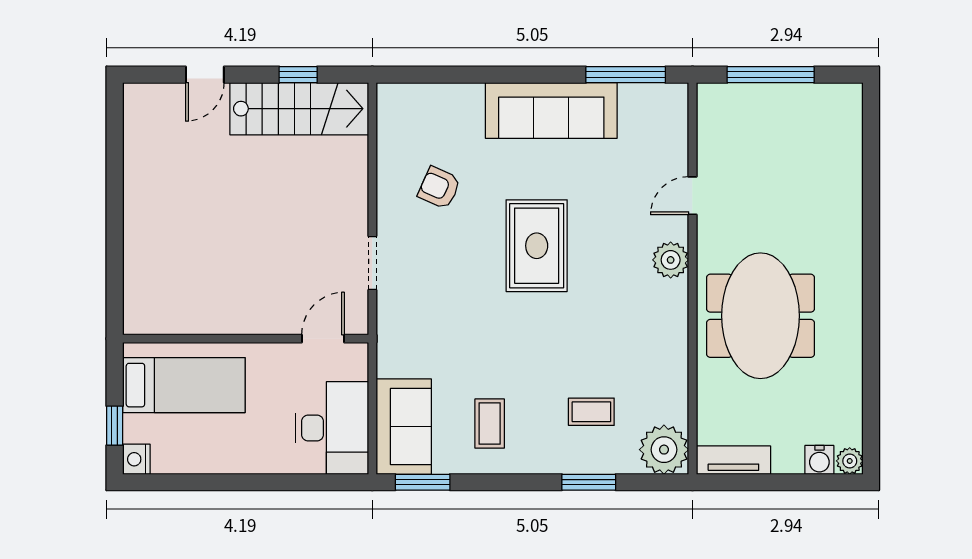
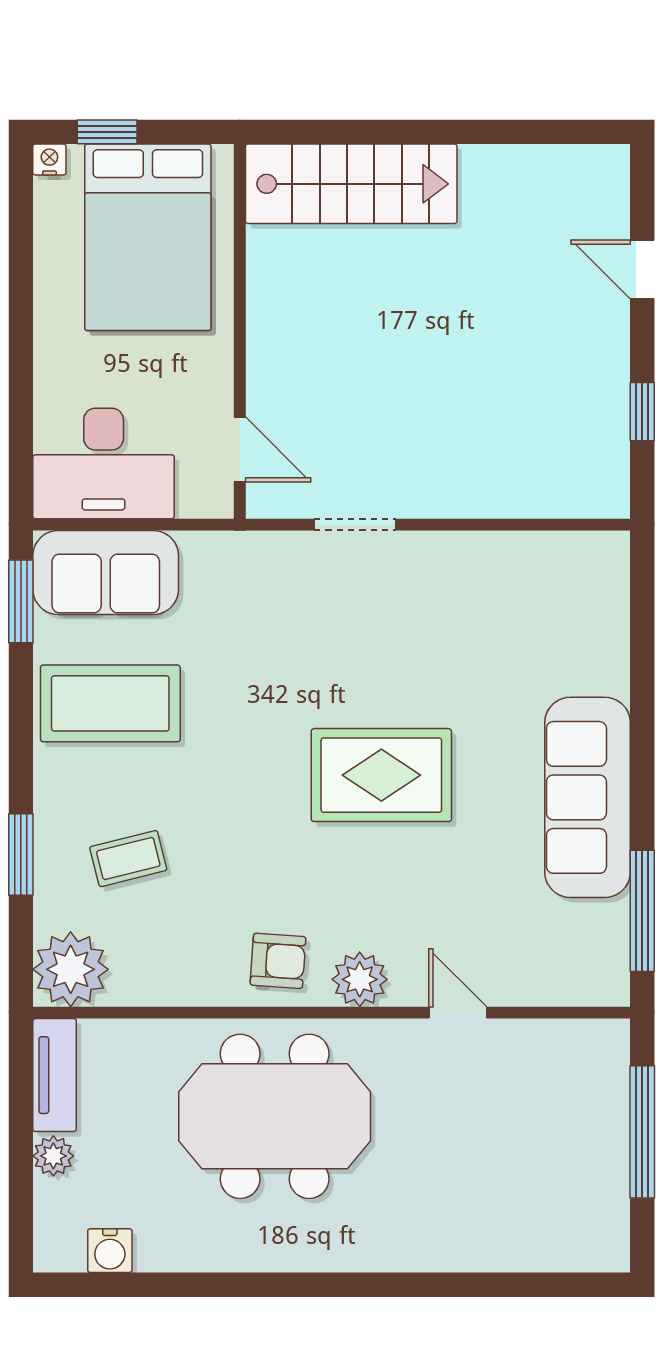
stairs: (299, 109) -> (351, 184), moved, turned -90
armchair: (439, 188) -> (278, 961), moved, turned 70
bed: (184, 385) -> (148, 237), width x1.50
coffee table: (591, 412) -> (128, 859), turned 76
coffee table: (490, 424) -> (110, 703), width x1.86, depth x1.72
nightstand: (136, 459) -> (49, 160), width x0.72, depth x0.74
water cooler: (819, 460) -> (110, 1251), moved, turned -90
plant: (850, 461) -> (53, 1156), moved

